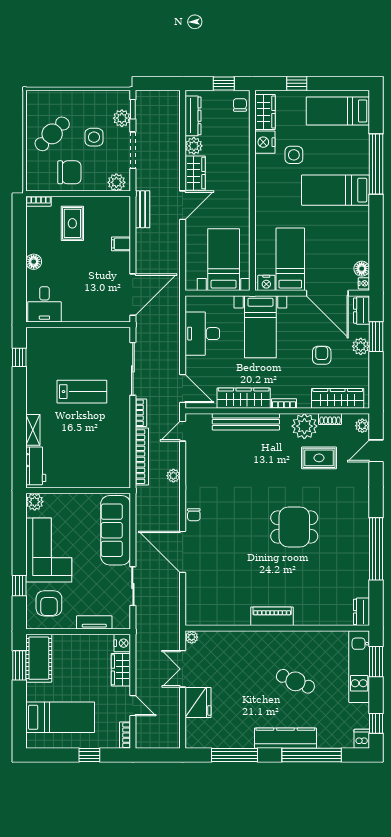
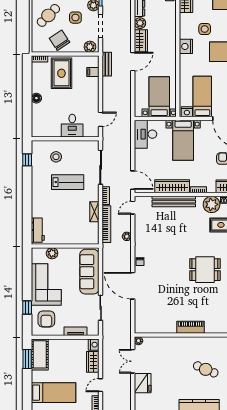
nightstand: (265, 142) -> (186, 46), moved
chair: (69, 172) -> (60, 40), turned -124
rug: (72, 223) -> (61, 73), width x1.36, depth x1.43
filing cabinet: (121, 244) -> (93, 72), moved
door: (133, 295) -> (101, 119), width x0.53
desk: (44, 304) -> (72, 126), moved
desk: (202, 334) -> (145, 134), moved
stool: (64, 353) -> (56, 157), added
shelving: (33, 430) -> (94, 212), moved
plant: (35, 502) -> (52, 253), moved
door: (133, 706) -> (101, 385), swing flipped

